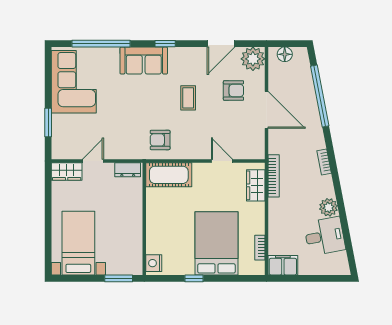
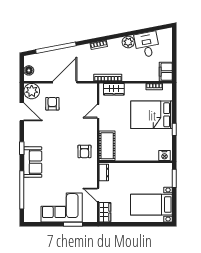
corner sofa: (74, 82) -> (62, 207), moved
coffee table: (188, 98) -> (57, 133), removed

